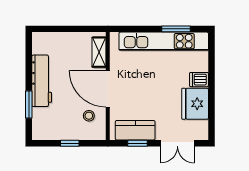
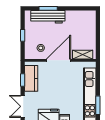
workbench: (42, 81) -> (48, 17), moved

